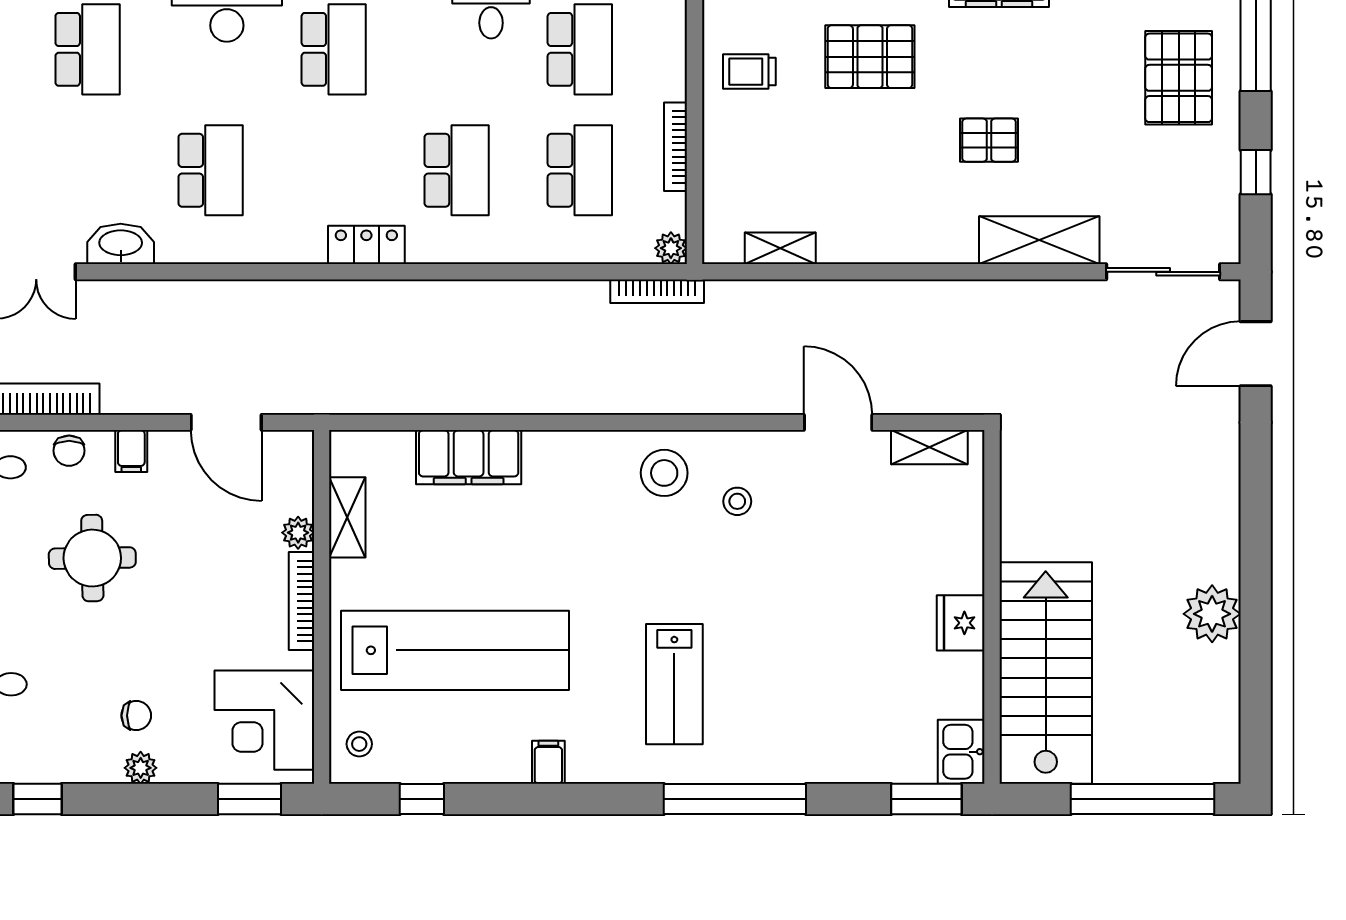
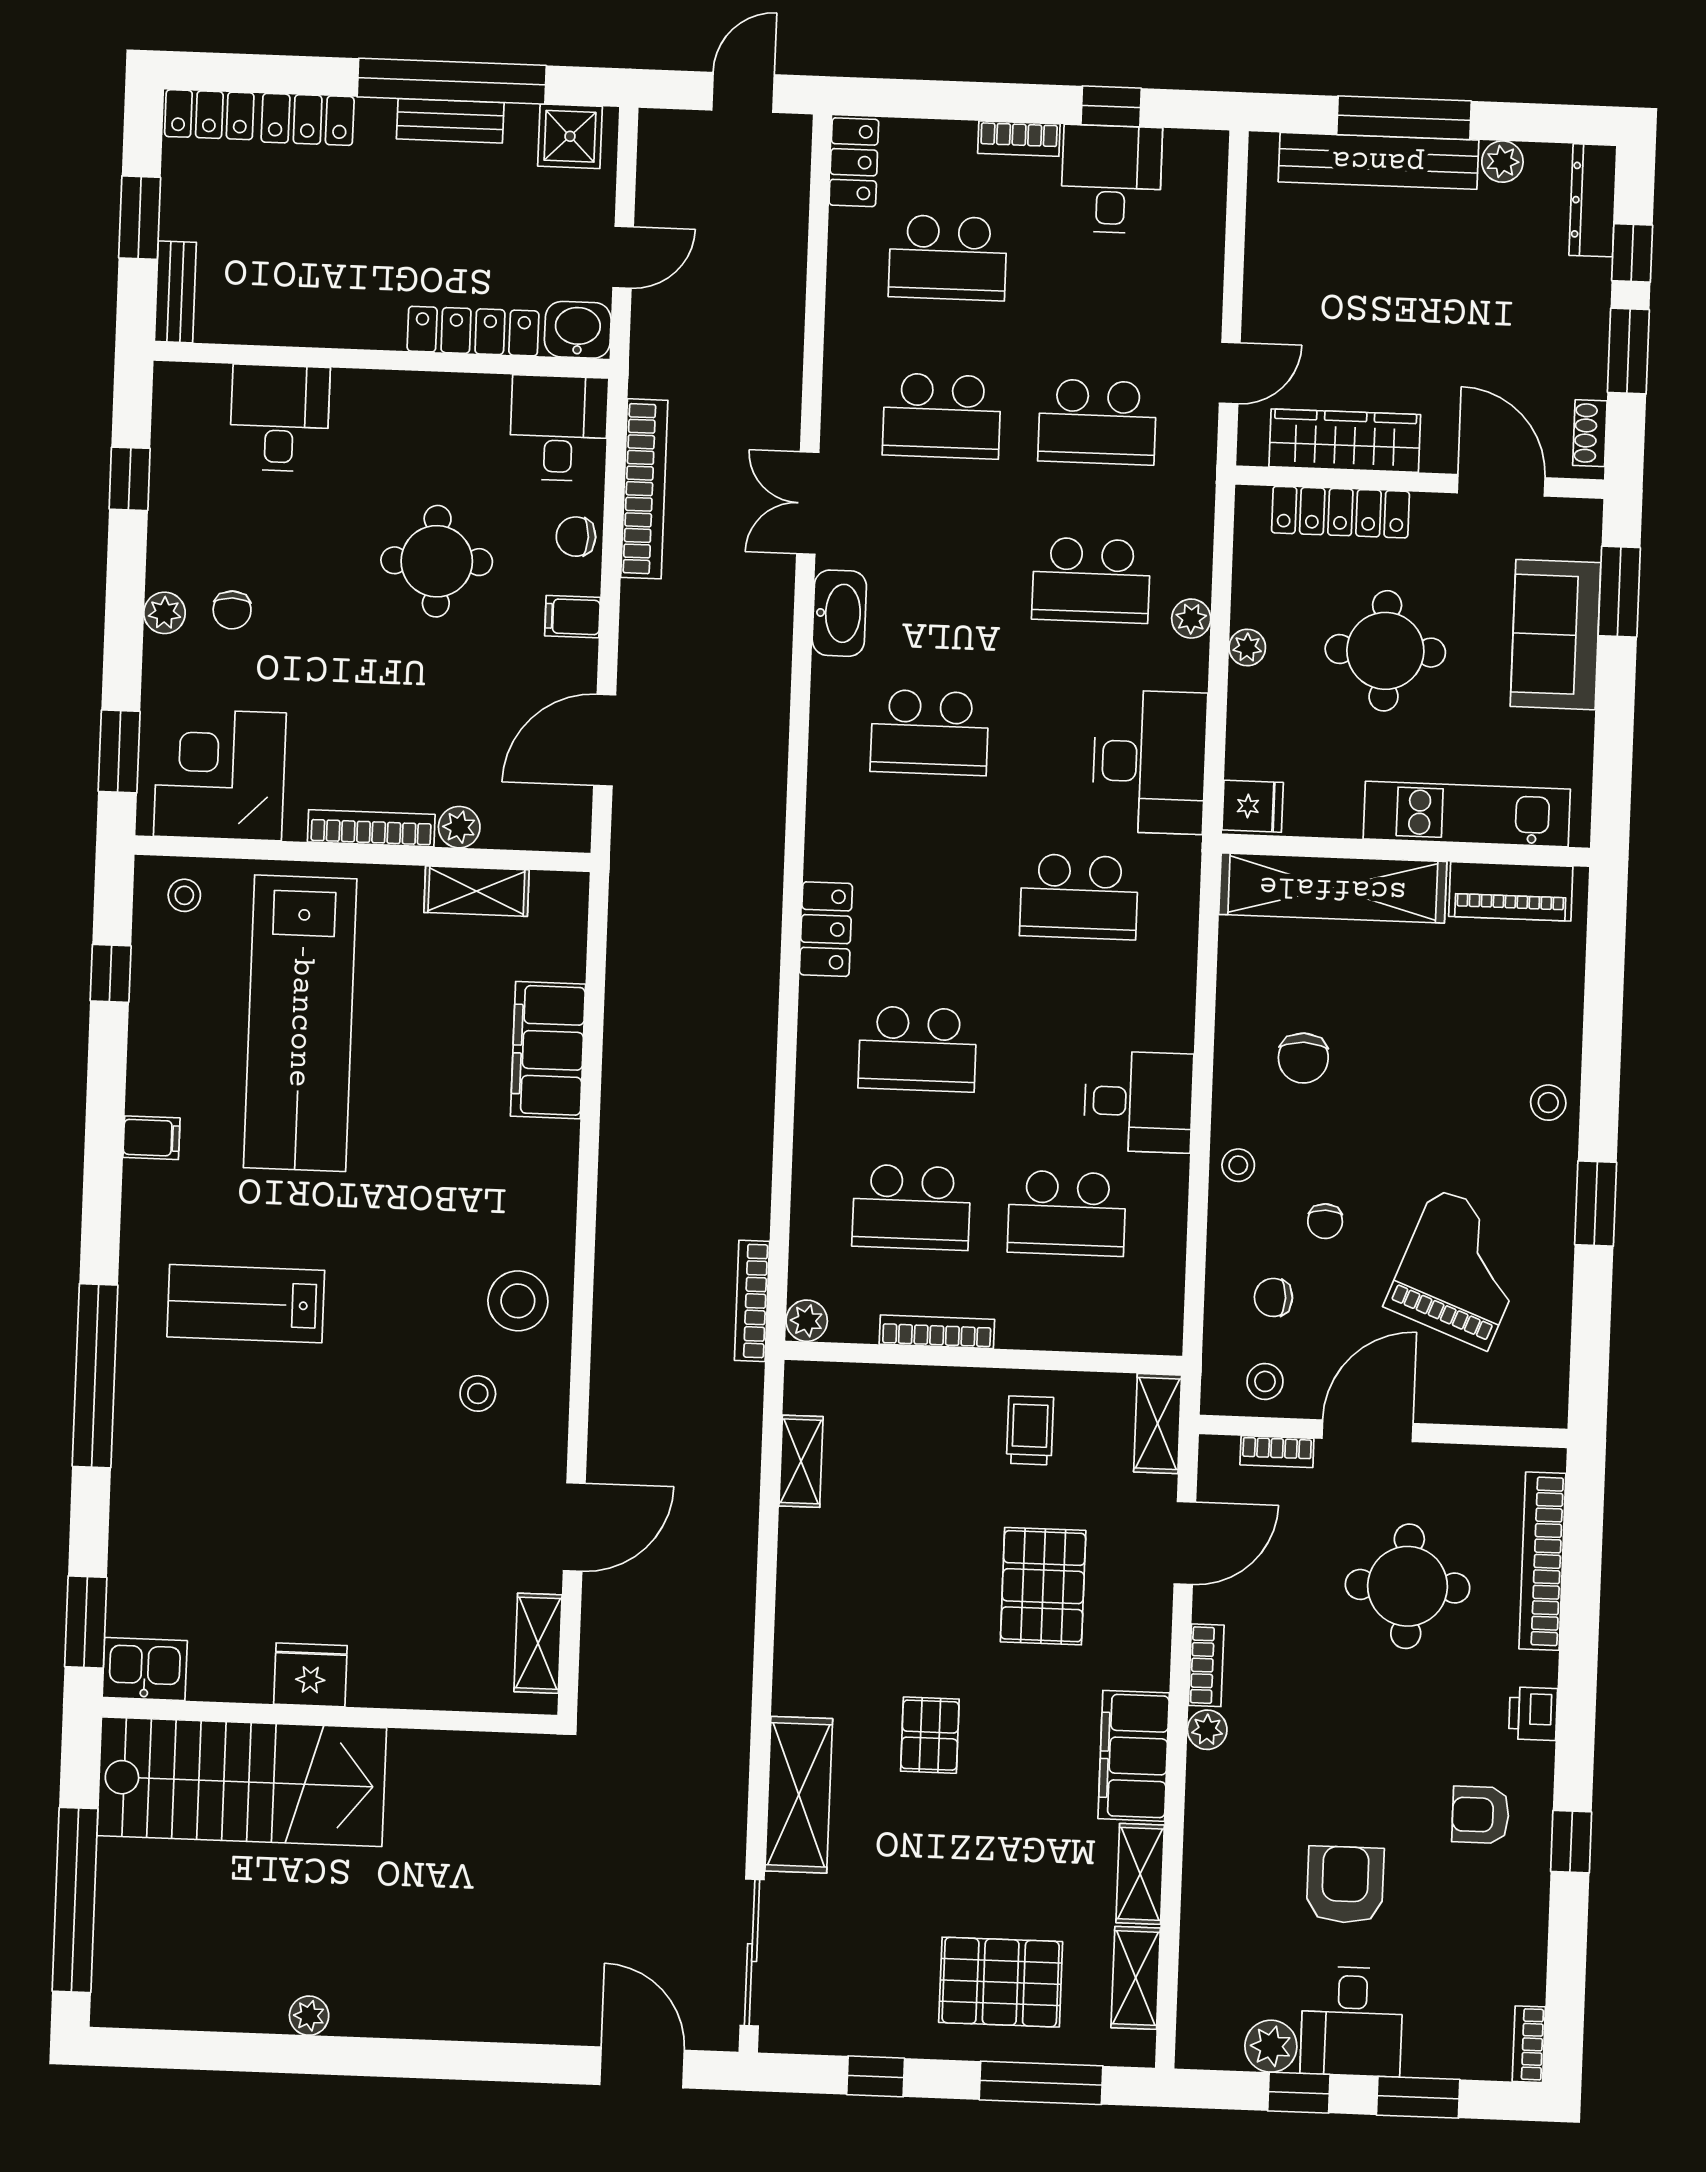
plant: (1212, 614) -> (309, 2016), width x0.53, depth x0.53

